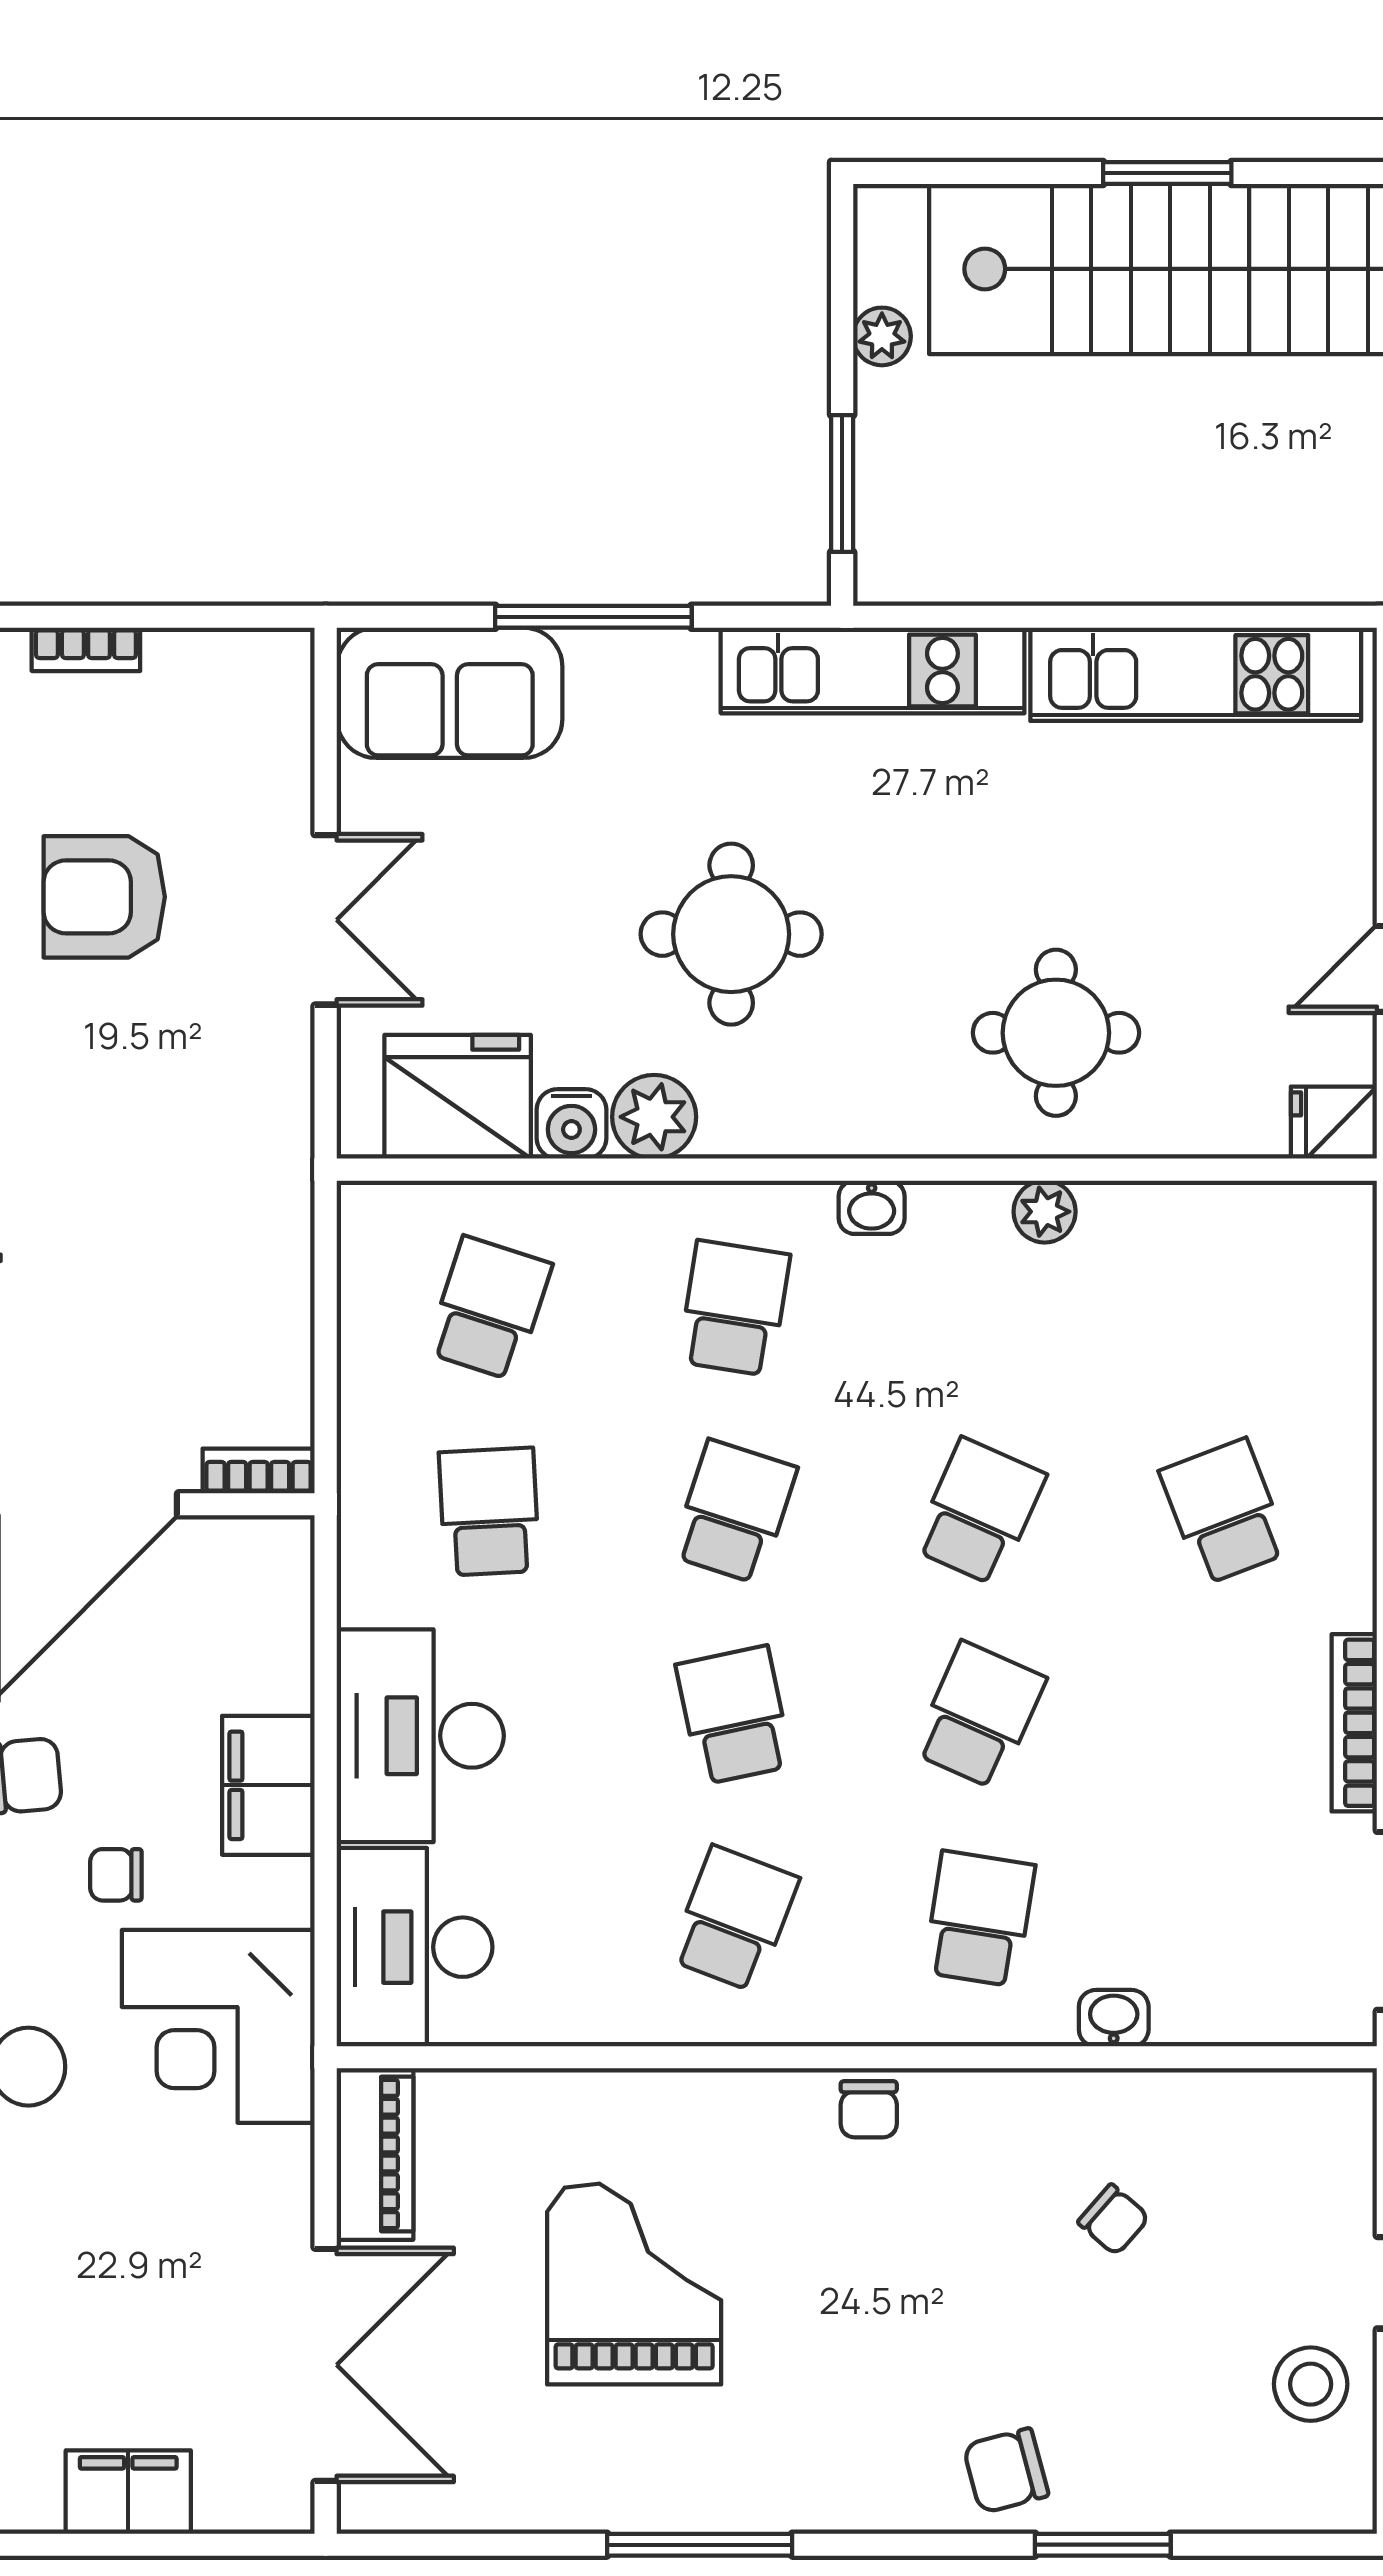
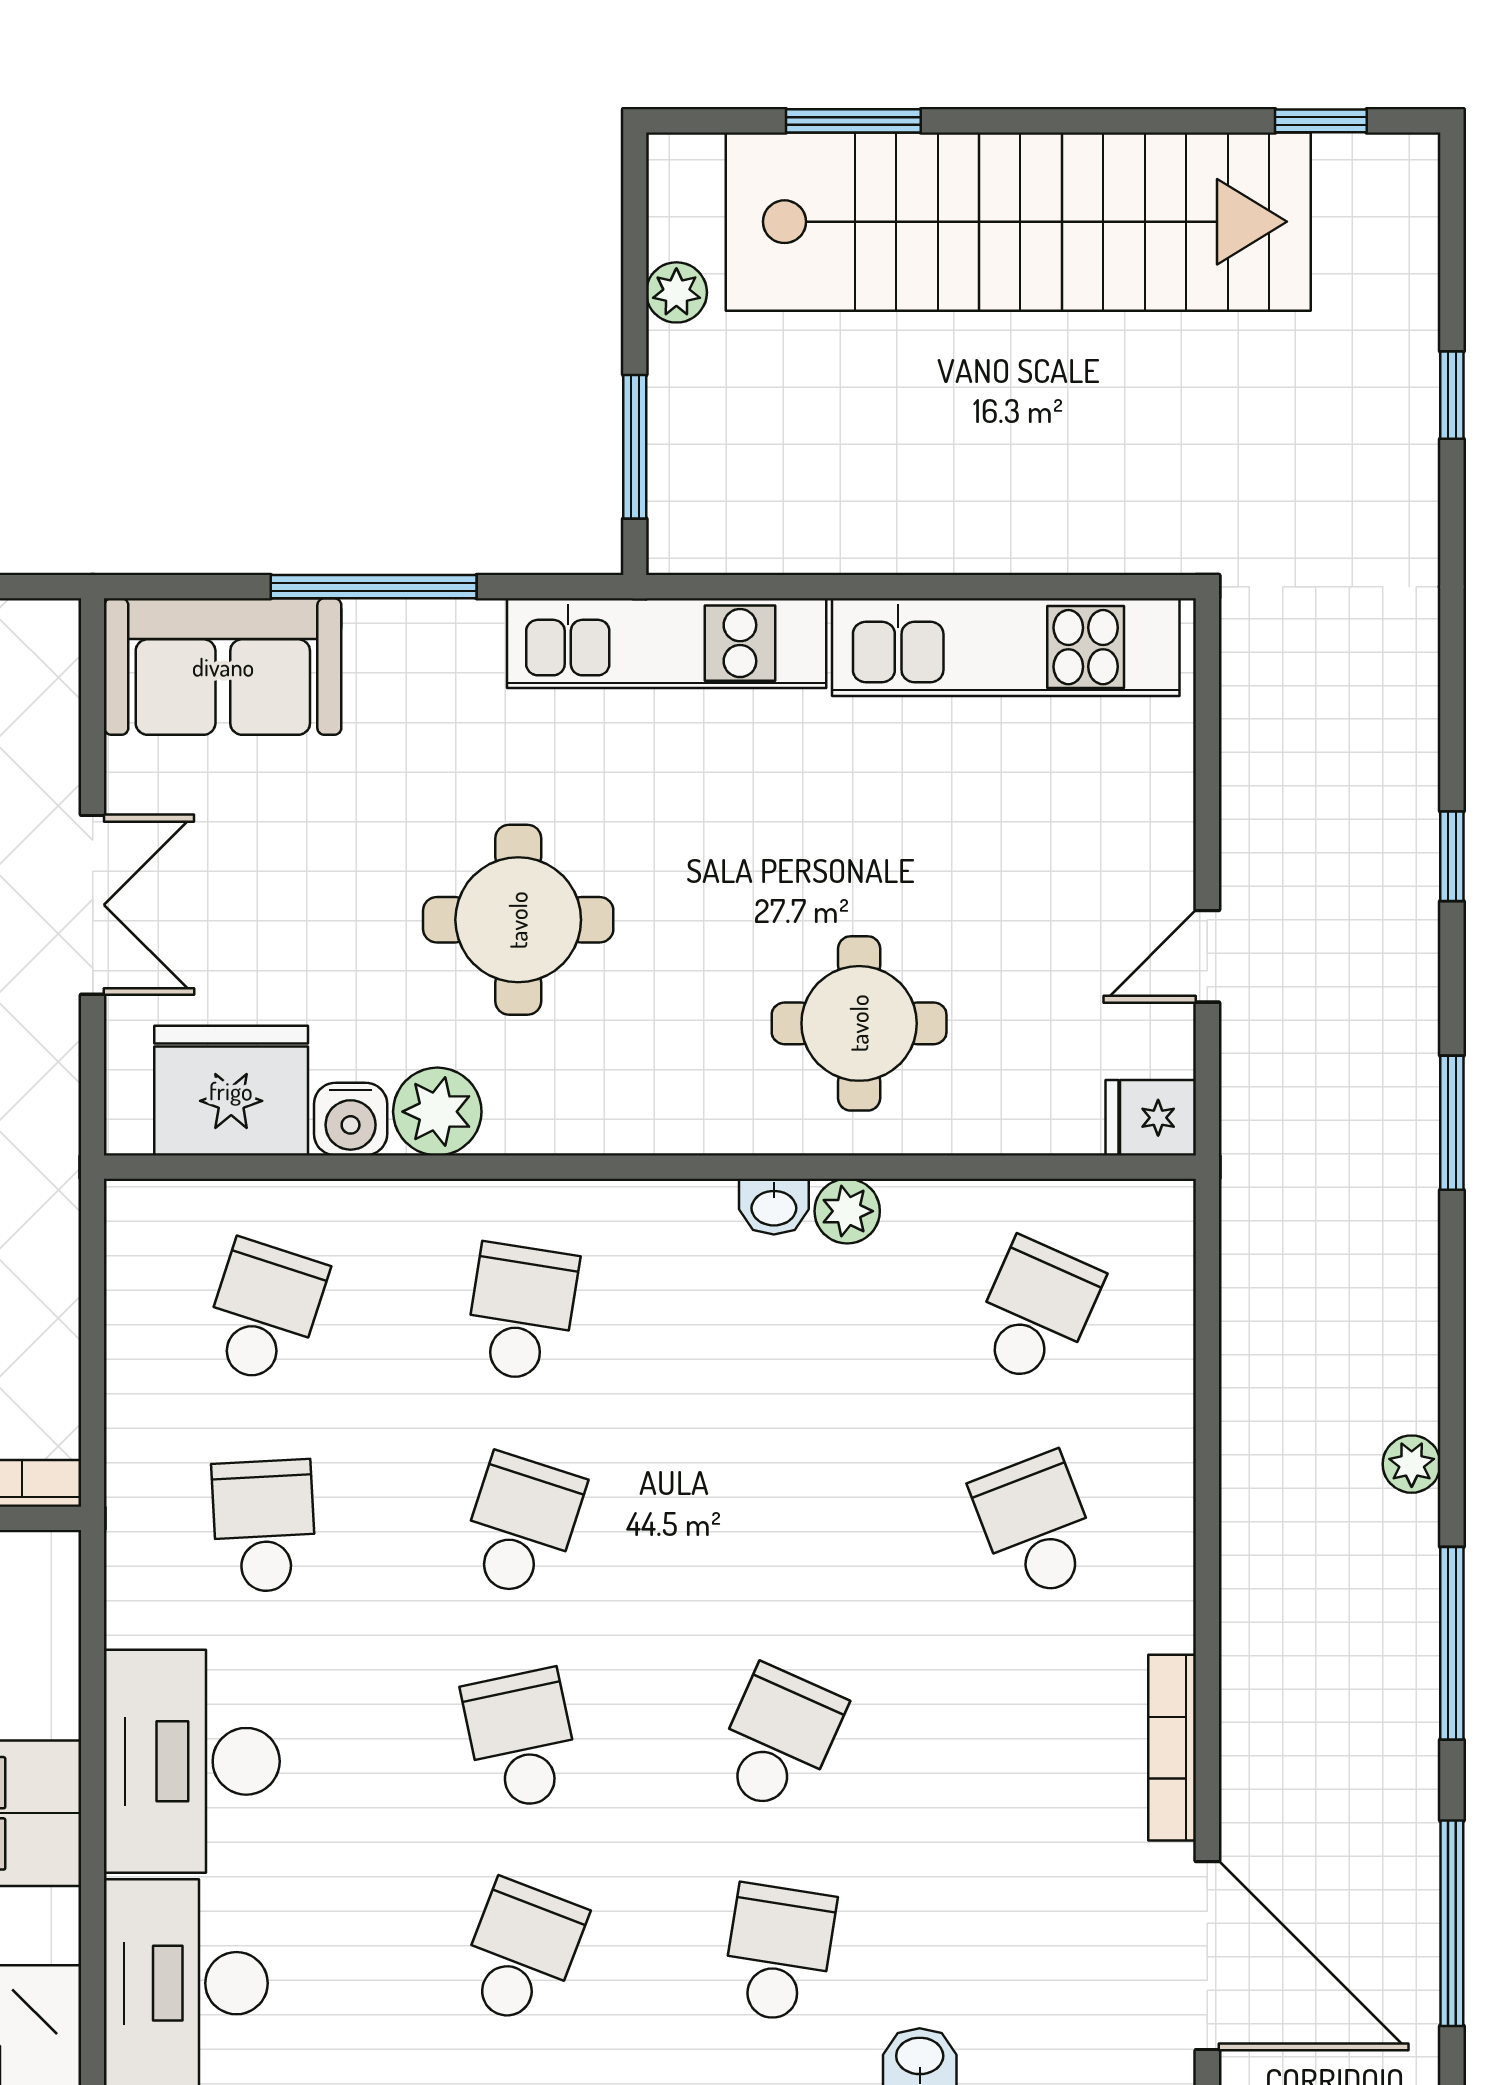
window: (1167, 173) -> (853, 121), moved
washbasin: (872, 1207) -> (774, 1207), moved
school desk: (979, 1512) -> (1036, 1312), moved

